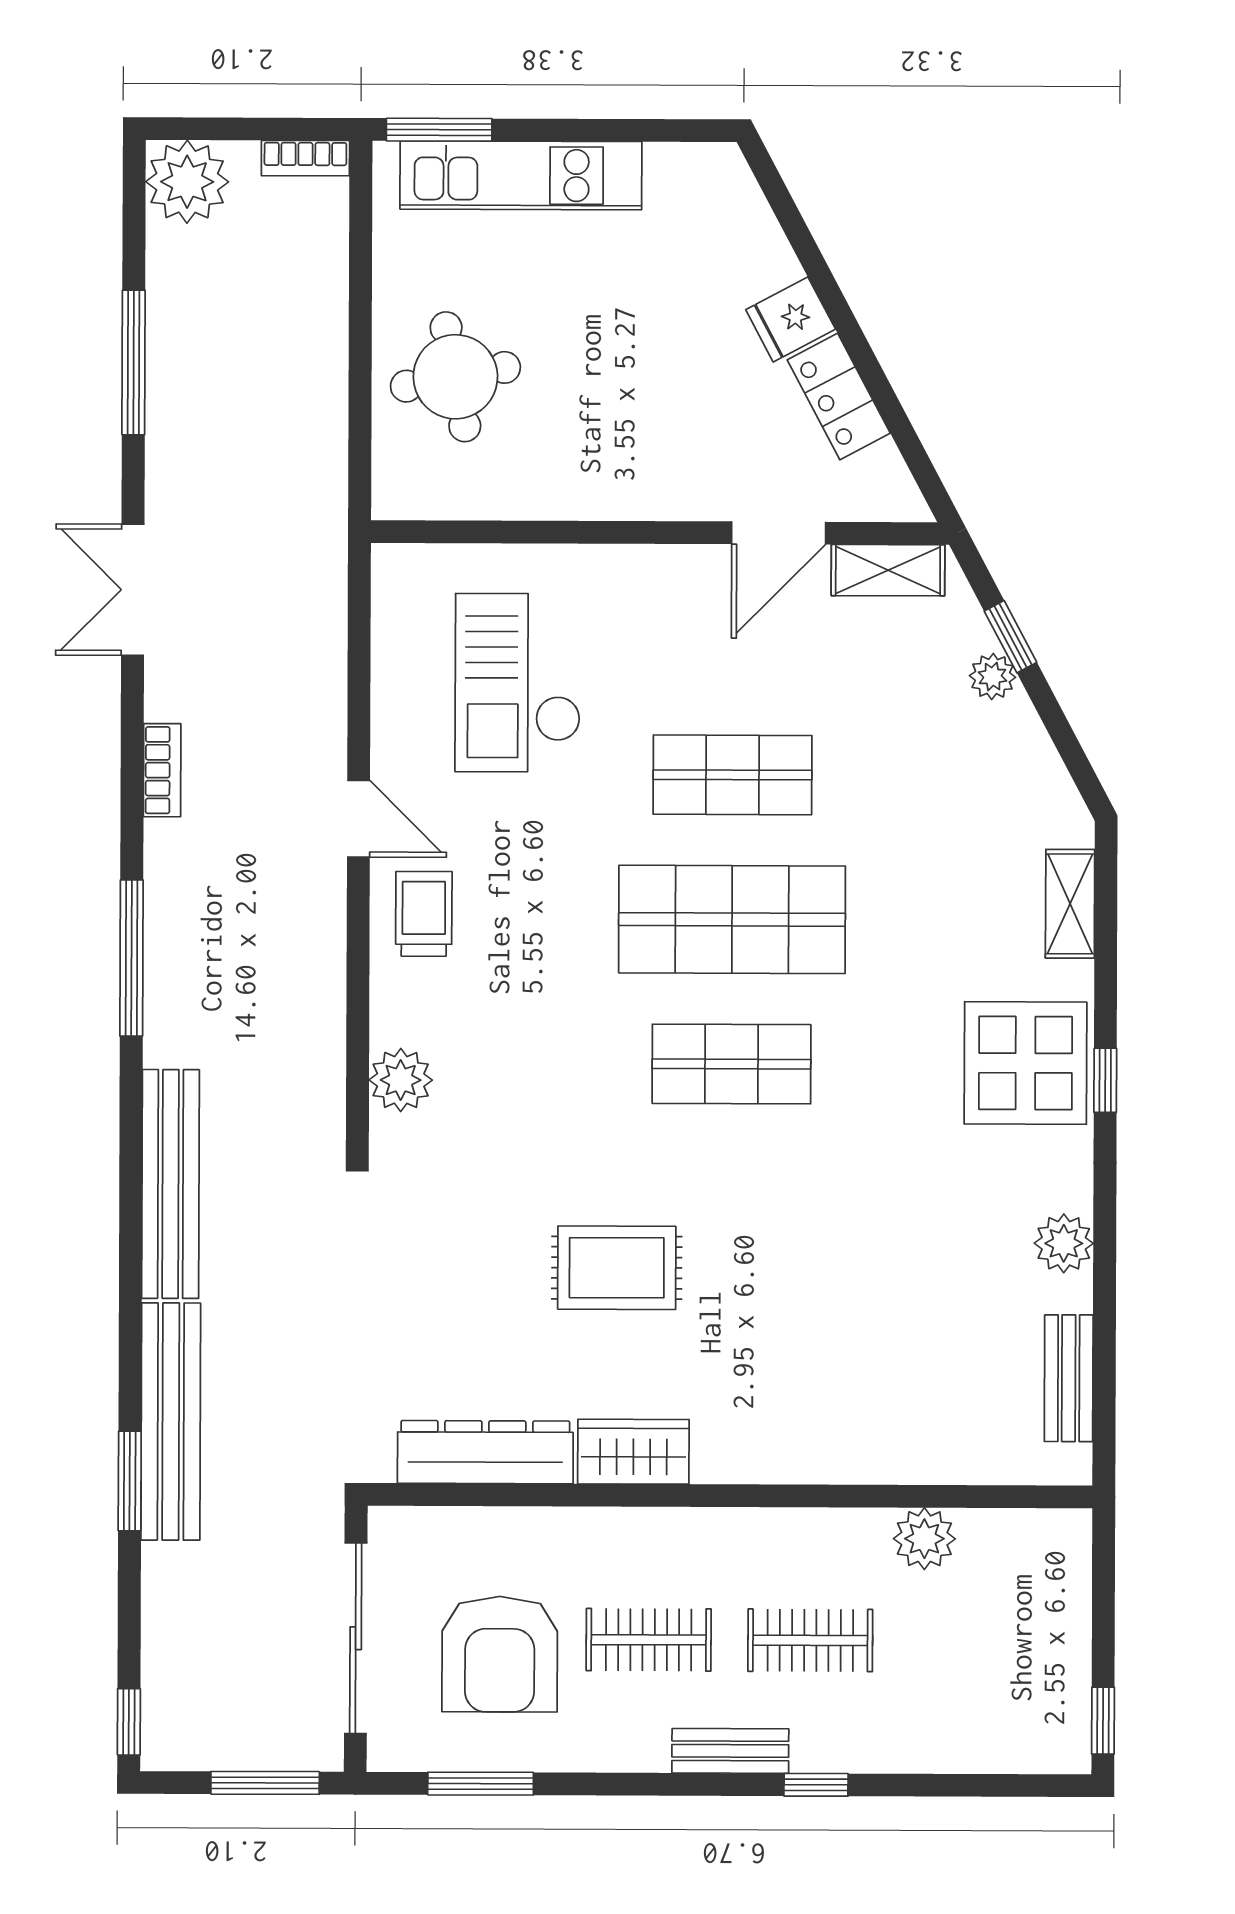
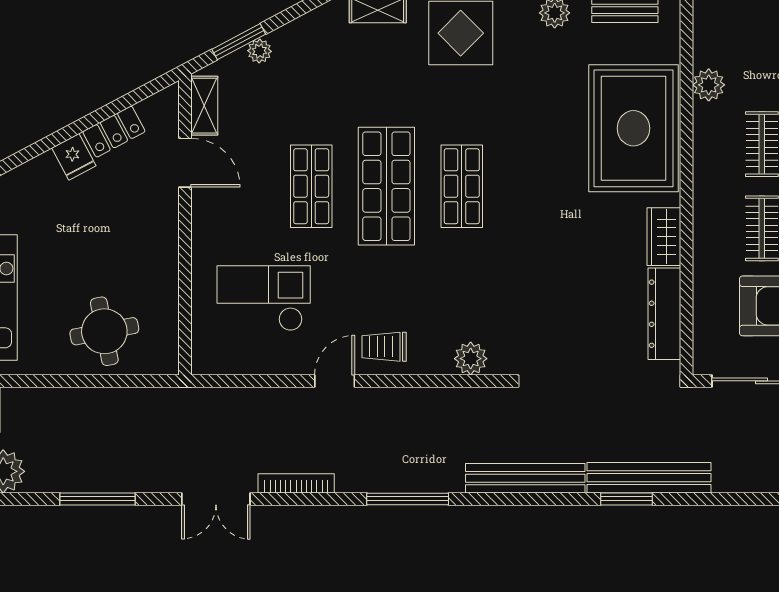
window: (1010, 637) -> (239, 42), width x1.50
checkout: (518, 683) -> (264, 298), turned 180
bookcase: (162, 770) -> (296, 483), width x1.56
rug: (617, 1268) -> (633, 128), moved, width x1.86, depth x2.06
window: (130, 1481) -> (626, 499), moved

